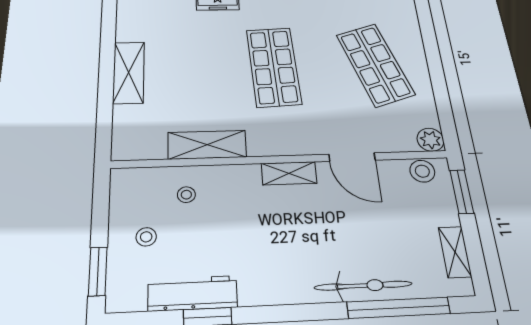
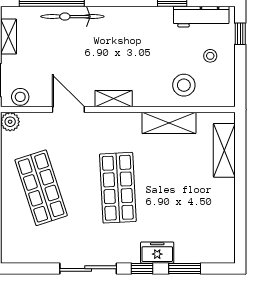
shelving: (129, 73) -> (224, 150), moved
stool: (186, 195) -> (184, 85), width x1.89, depth x1.89
window: (98, 271) -> (240, 34), width x0.67
workbench: (193, 293) -> (201, 17), moved

